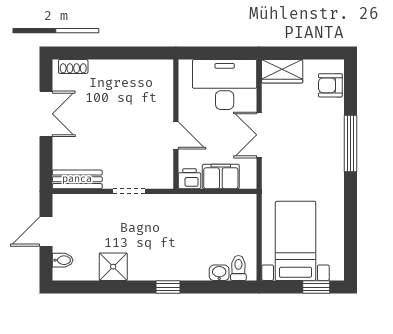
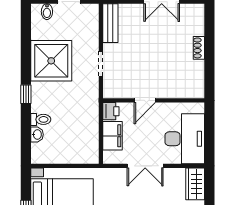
shoe rack: (73, 66) -> (199, 48), moved
double door: (259, 135) -> (145, 166), swing flipped
shower: (113, 267) -> (51, 61), width x1.86, depth x1.86
toilet: (238, 268) -> (41, 119), moved

